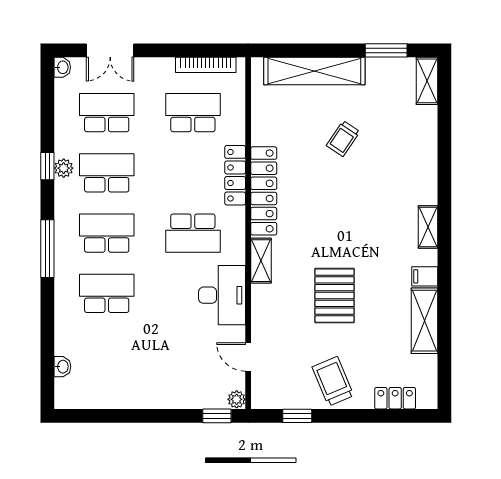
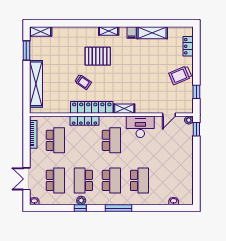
double door: (110, 50) -> (26, 179), swing flipped
school desk: (107, 113) -> (55, 180), turned 180
school desk: (193, 113) -> (55, 140), turned 180
trolley: (343, 139) -> (83, 82), moved
school desk: (107, 233) -> (111, 180), turned 180
school desk: (107, 293) -> (139, 180), turned 180
pallet: (335, 296) -> (98, 56), moved

